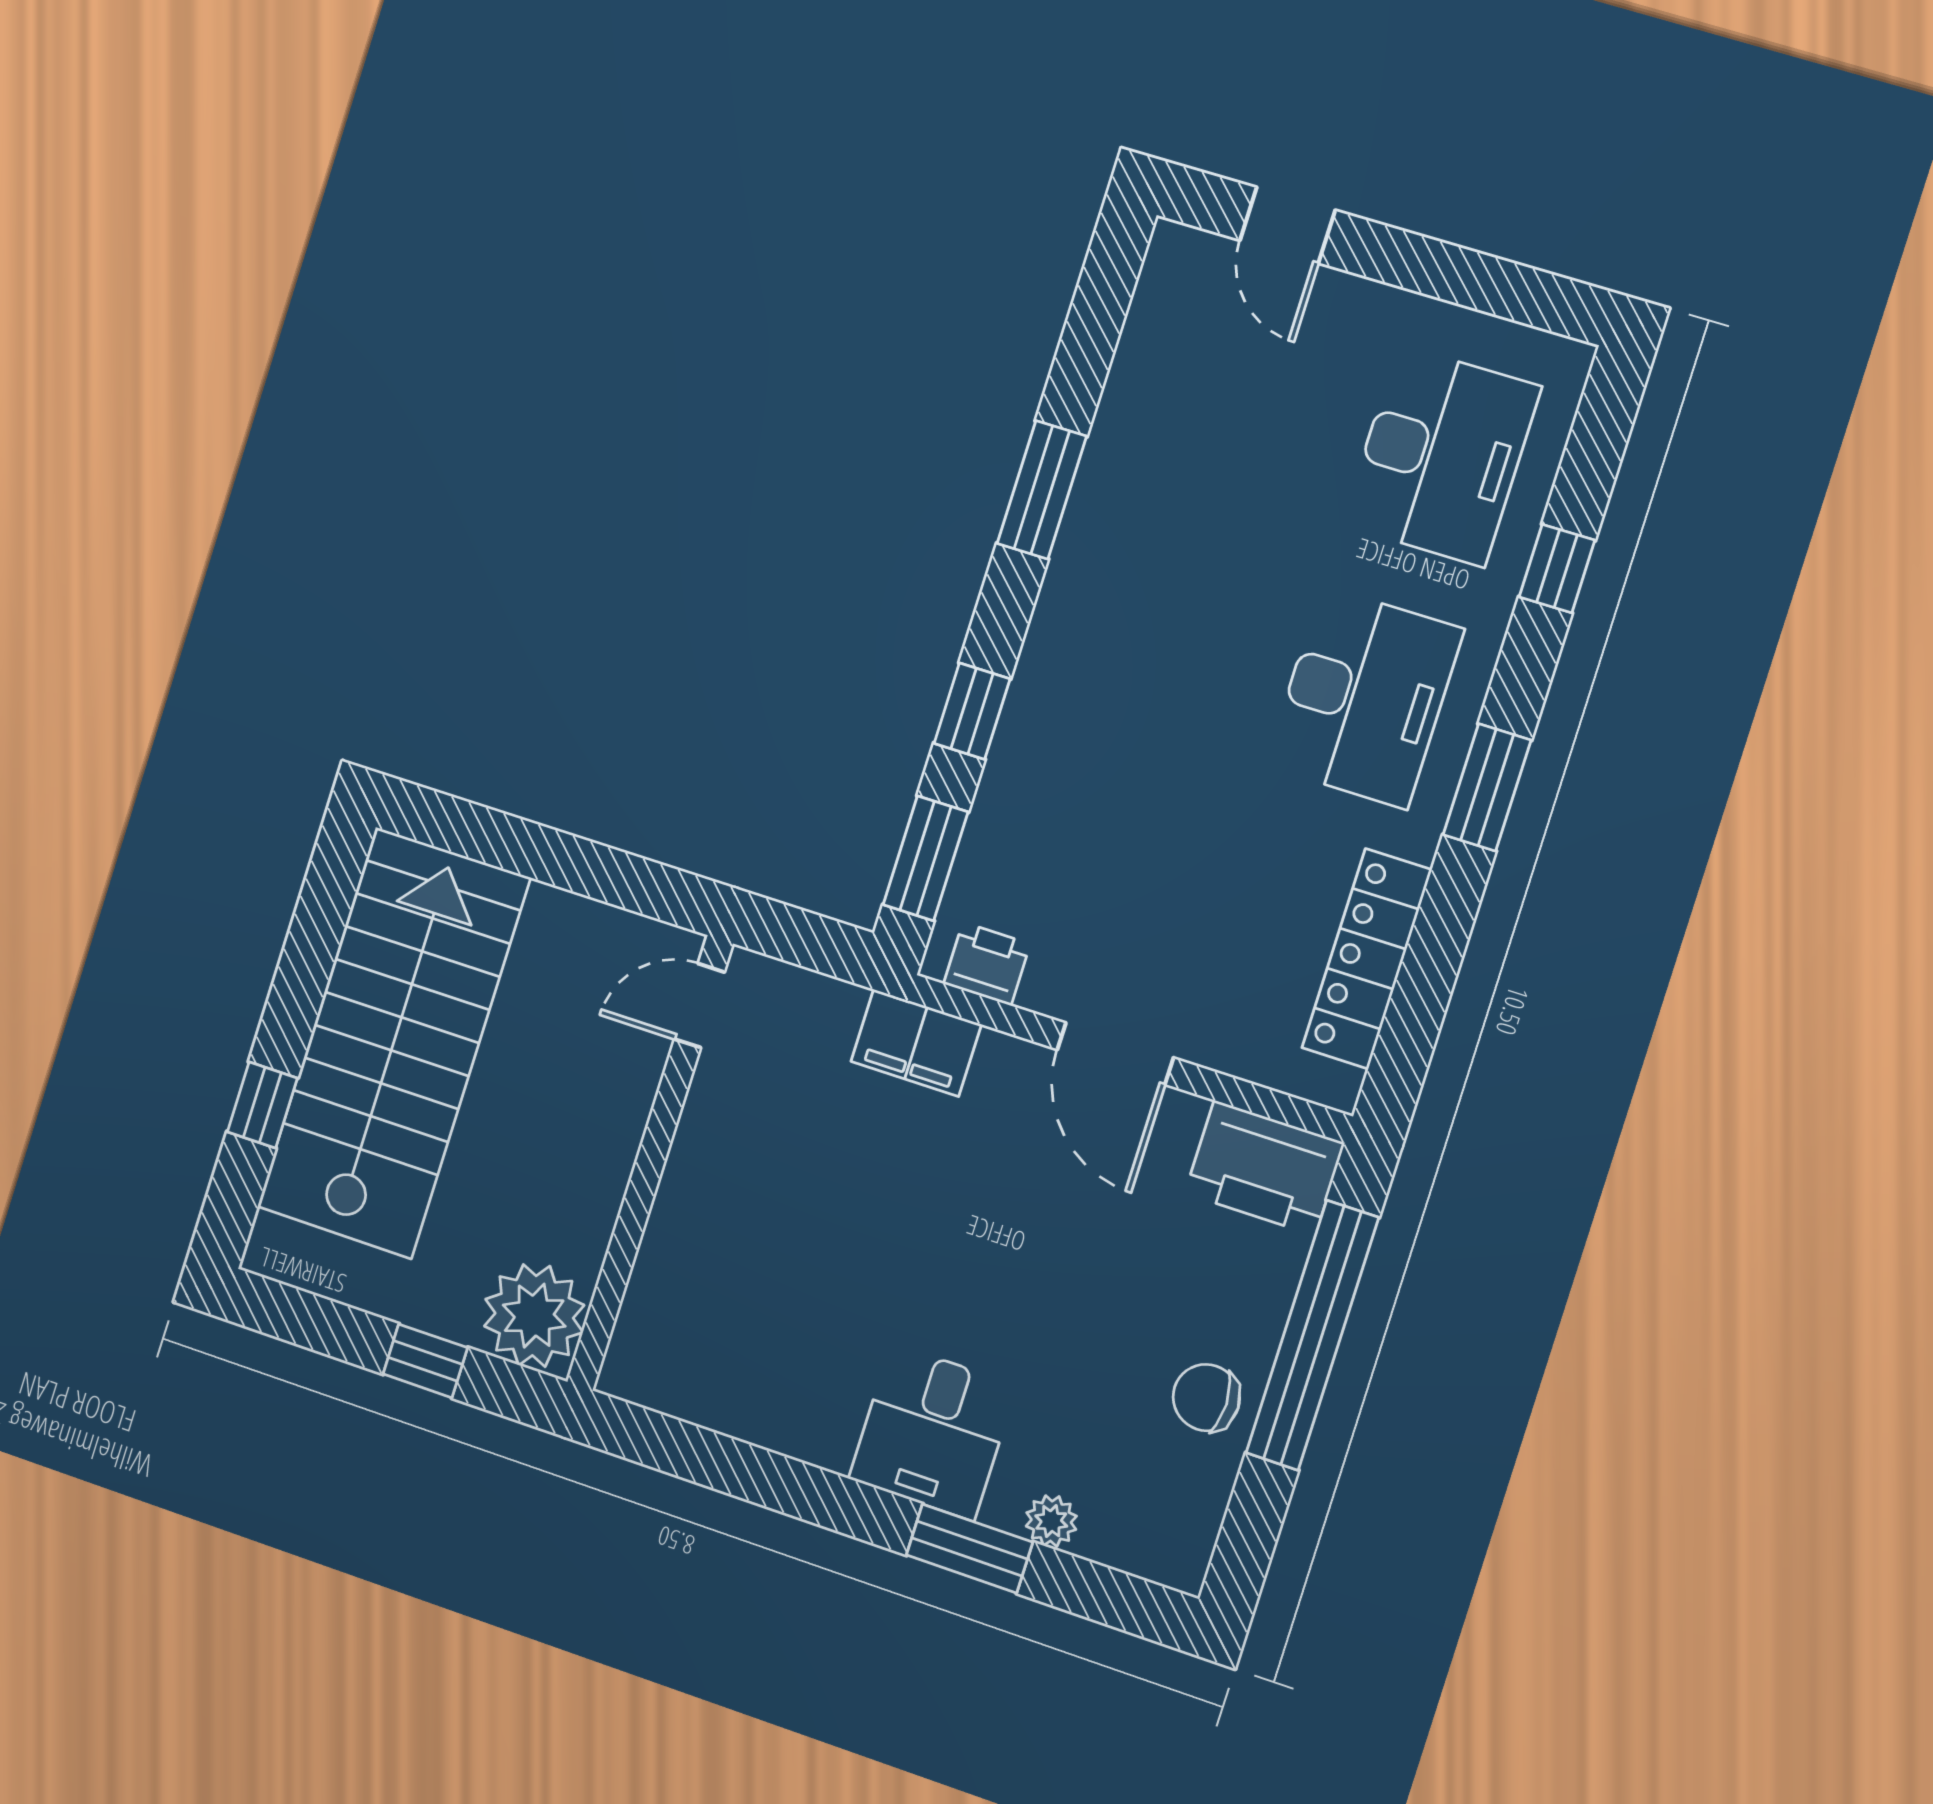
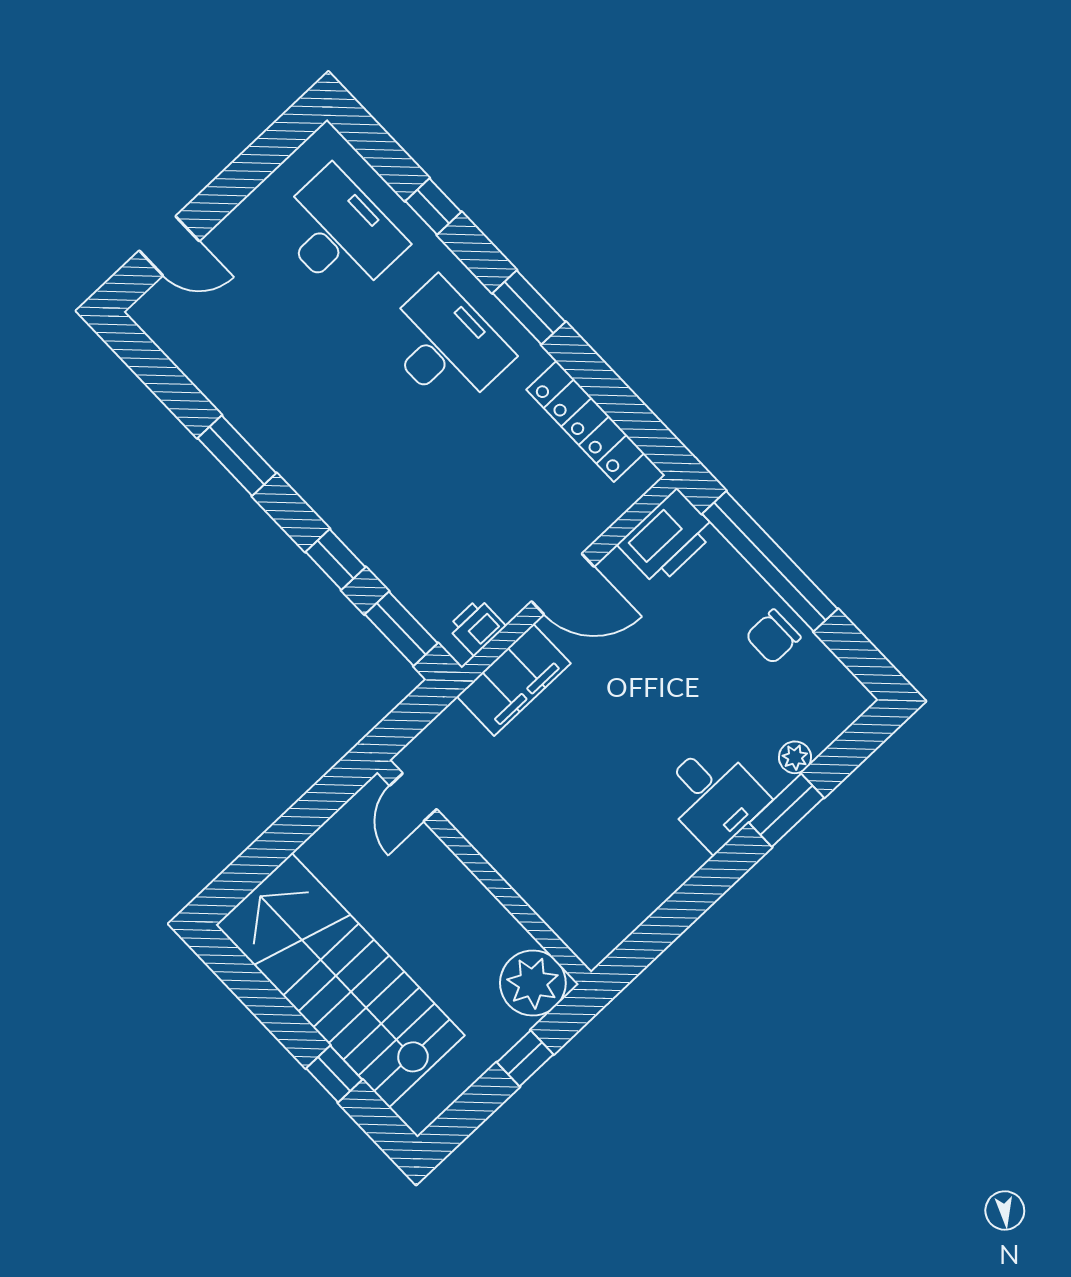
filing cabinet: (916, 1043) -> (514, 680), width x1.50, depth x1.17

